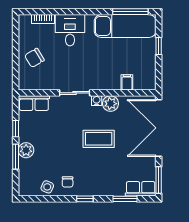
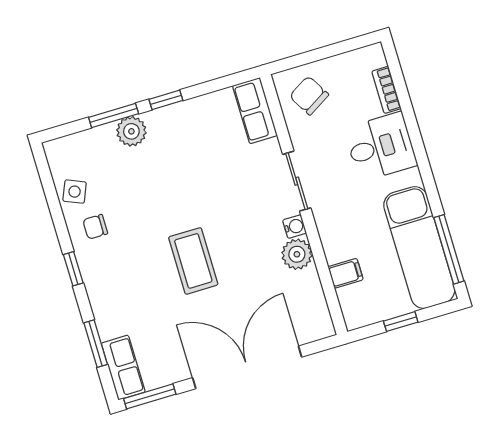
filing cabinet: (127, 82) -> (346, 273), moved
sliding door: (75, 93) -> (297, 181), moved
wall: (87, 93) -> (304, 205), moved
water cooler: (97, 101) -> (295, 227), moved
row of seats: (34, 103) -> (255, 111), moved
plant: (110, 104) -> (297, 254), moved

